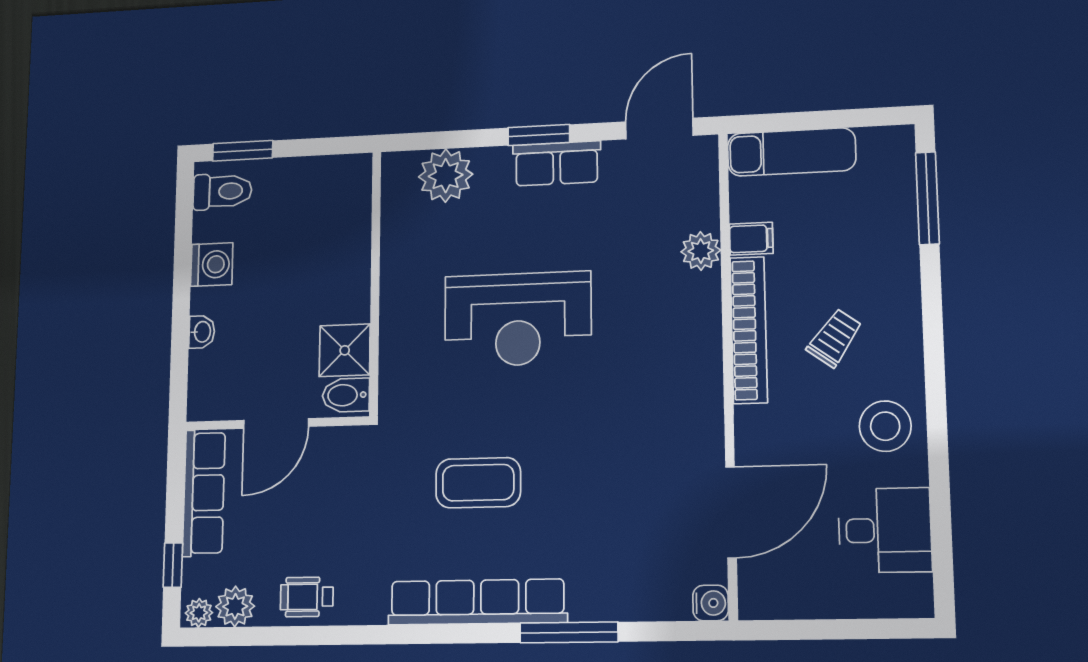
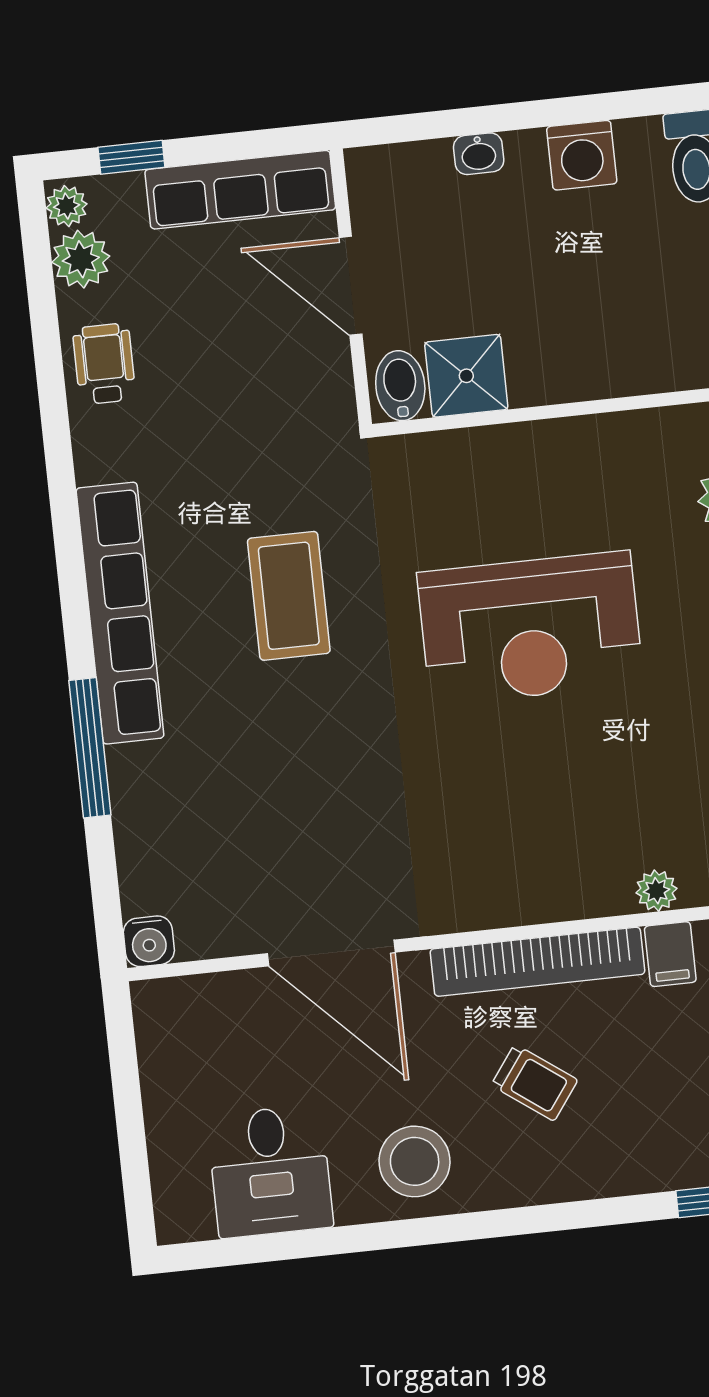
plant: (701, 251) -> (657, 891), width x0.73, depth x0.73
reception desk: (518, 319) -> (530, 628), turned -90
door: (731, 512) -> (331, 953), moved

